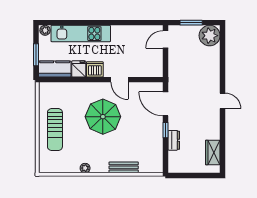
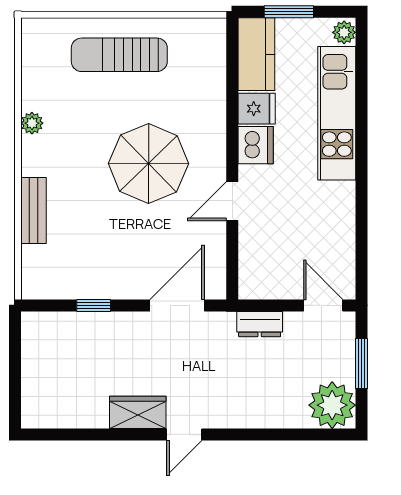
window: (166, 130) -> (94, 305), moved
dresser: (174, 140) -> (260, 324), moved
wardrobe: (213, 152) -> (138, 412), moved

